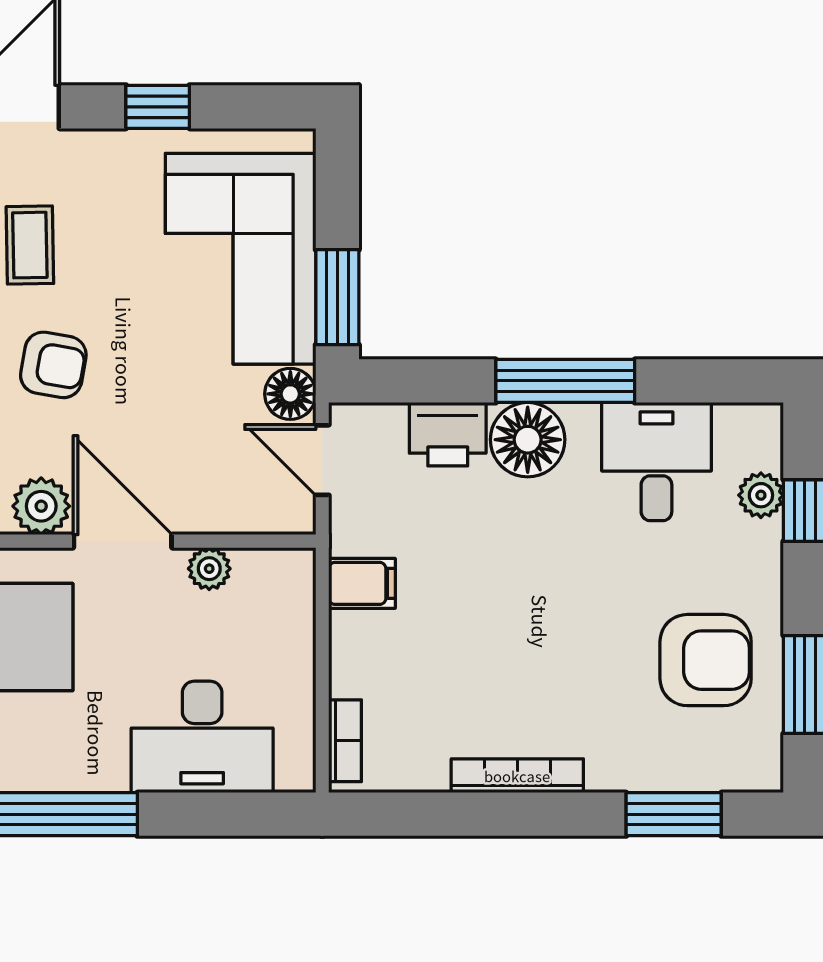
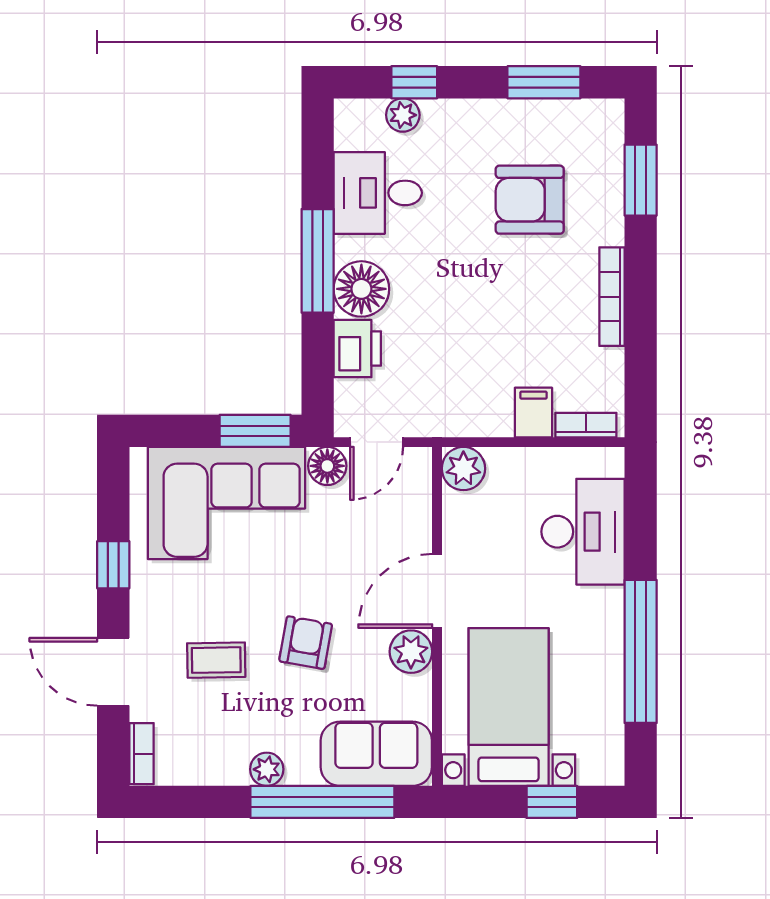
plant: (209, 569) -> (463, 469), moved, width x1.38, depth x1.38
filing cabinet: (362, 583) -> (533, 412), moved
armchair: (706, 660) -> (530, 200), moved, turned -90

